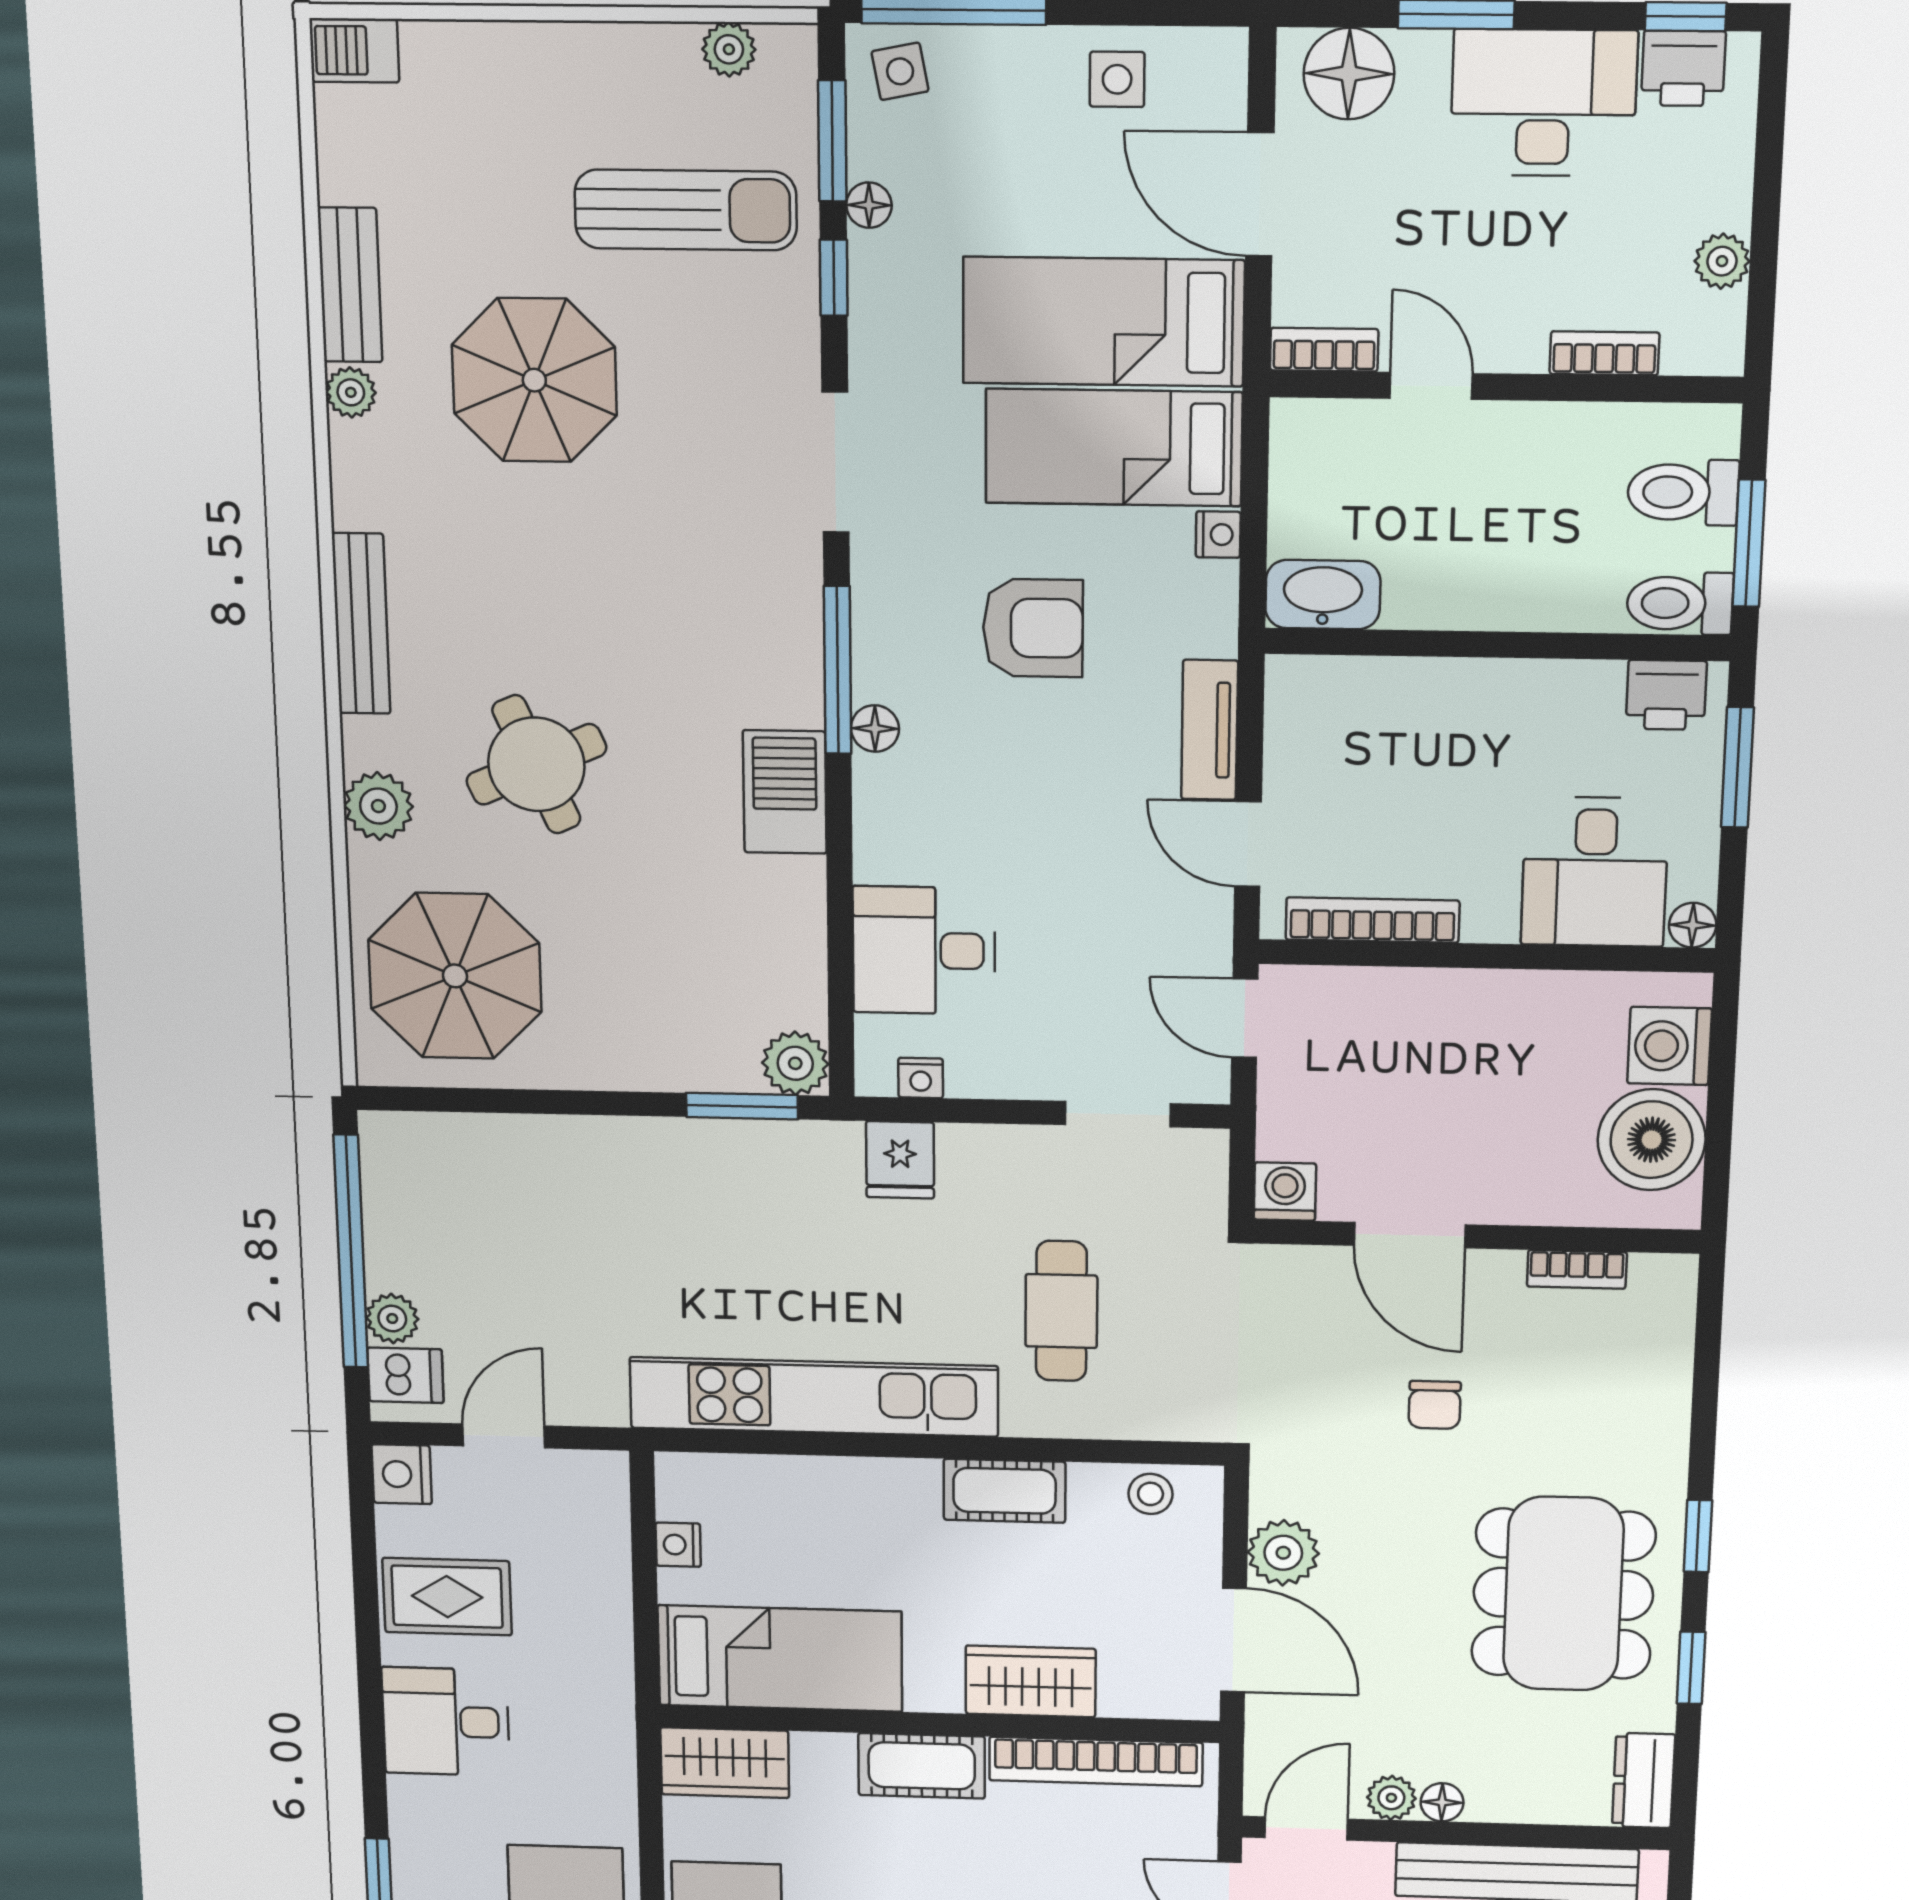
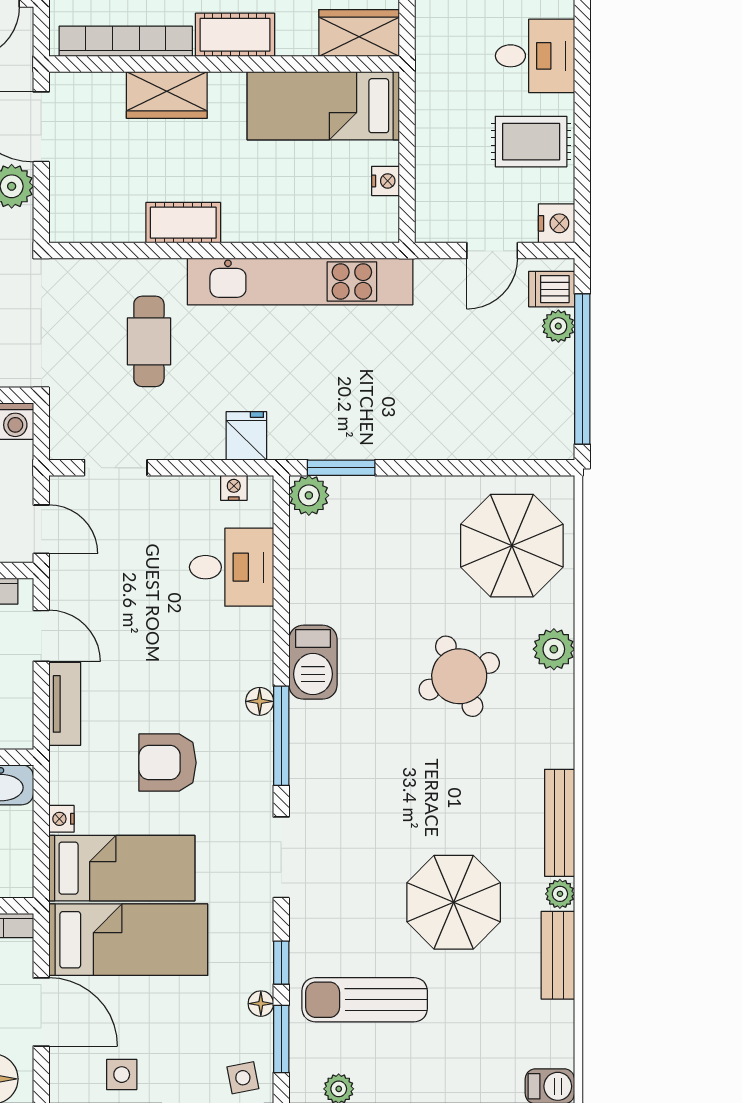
bench: (361, 624) -> (560, 823), moved
stool: (1151, 1494) -> (94, 223), removed

